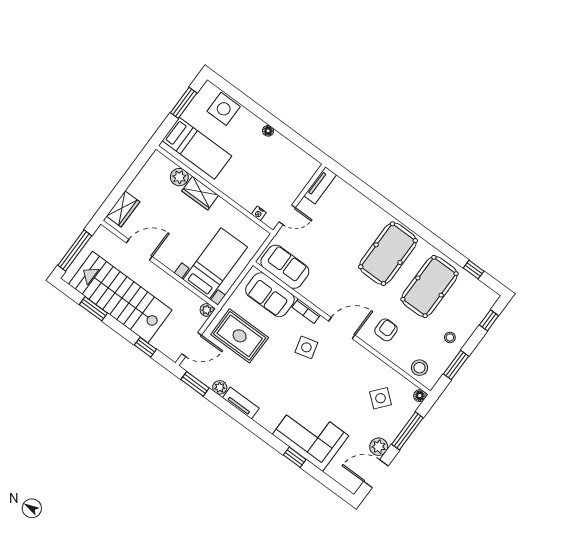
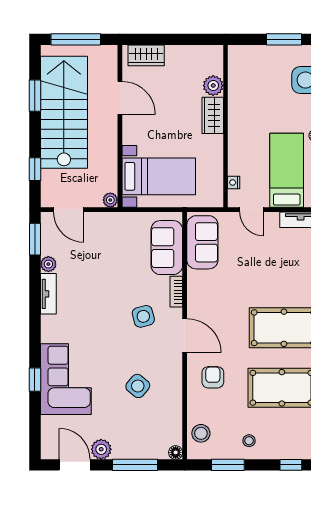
bed: (197, 148) -> (287, 170), moved, turned 180
armchair: (386, 330) -> (213, 377), turned -90
rug: (240, 336) -> (109, 248), removed
side table: (380, 398) -> (138, 386), moved

